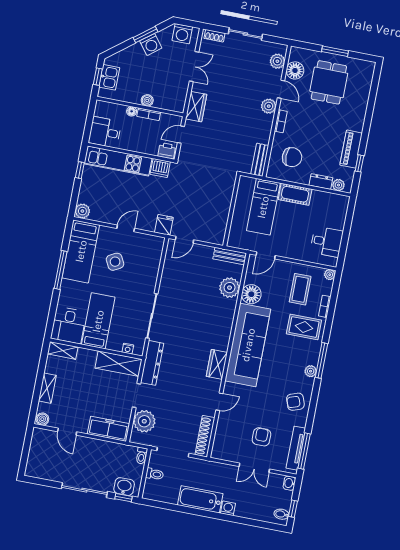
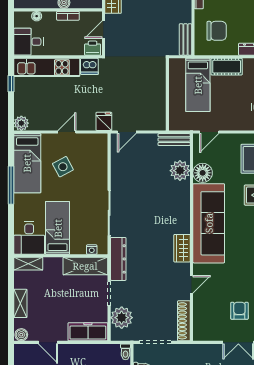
floor lamp: (132, 111) -> (37, 16), moved

